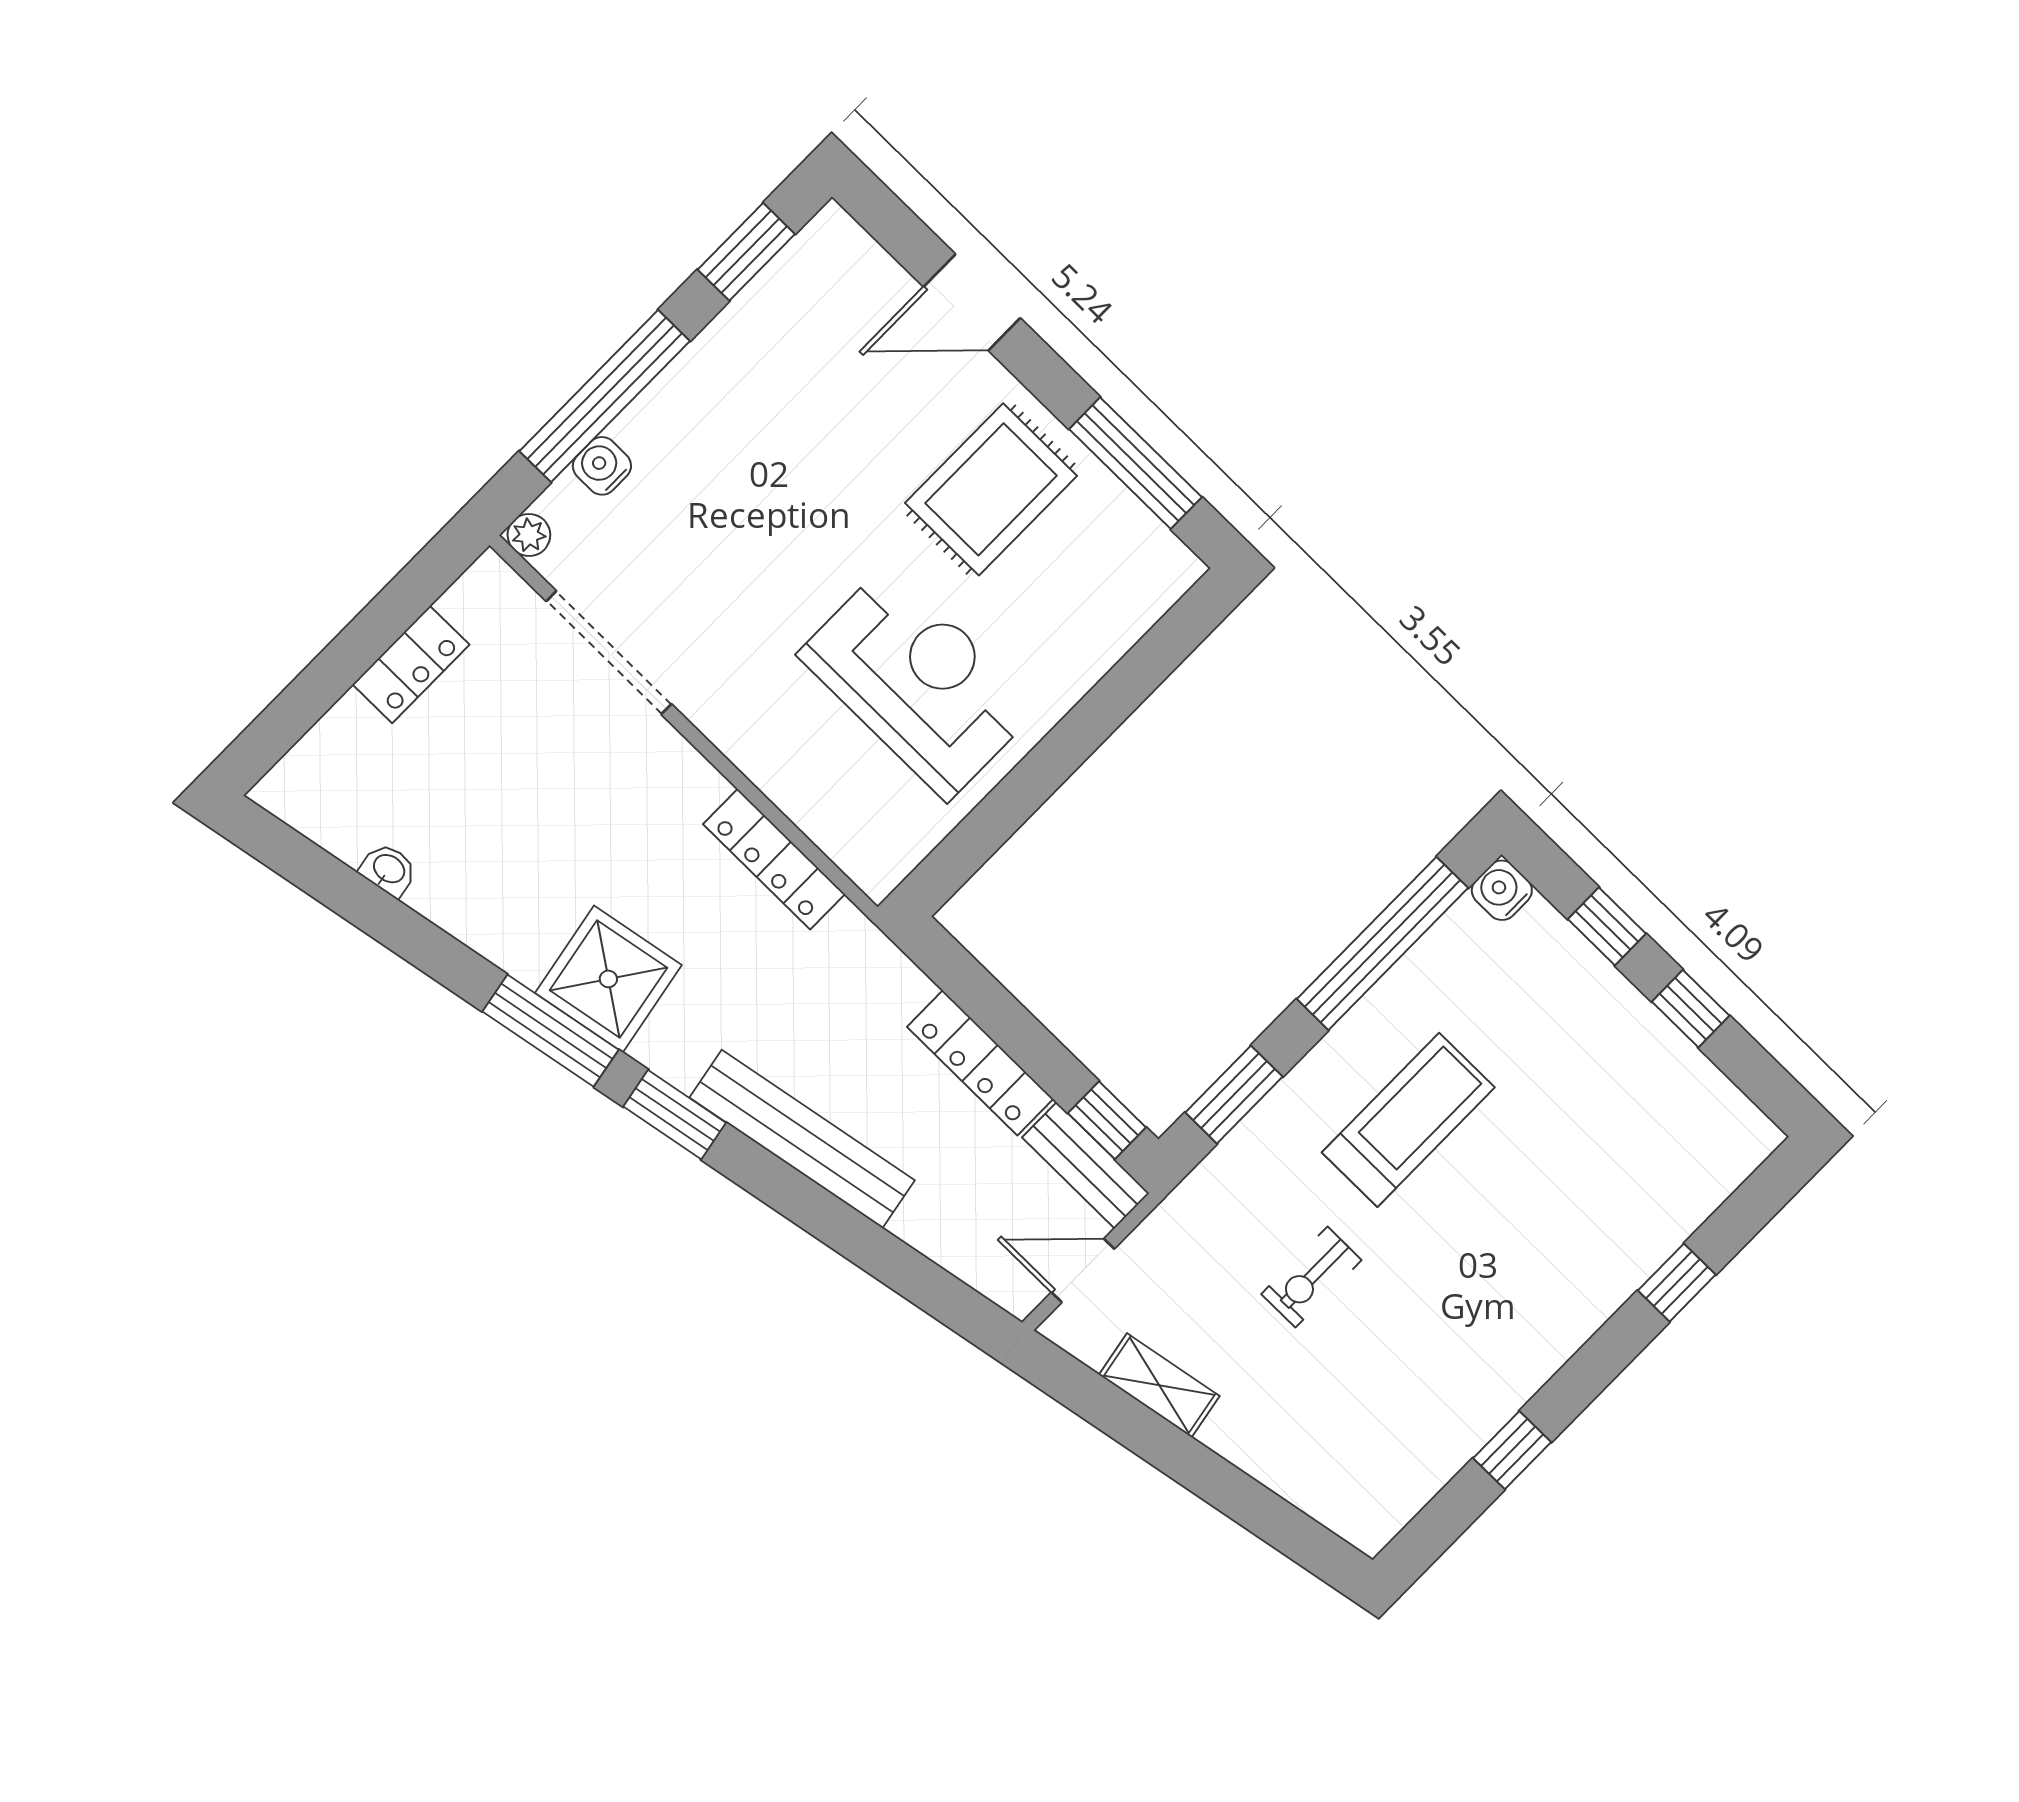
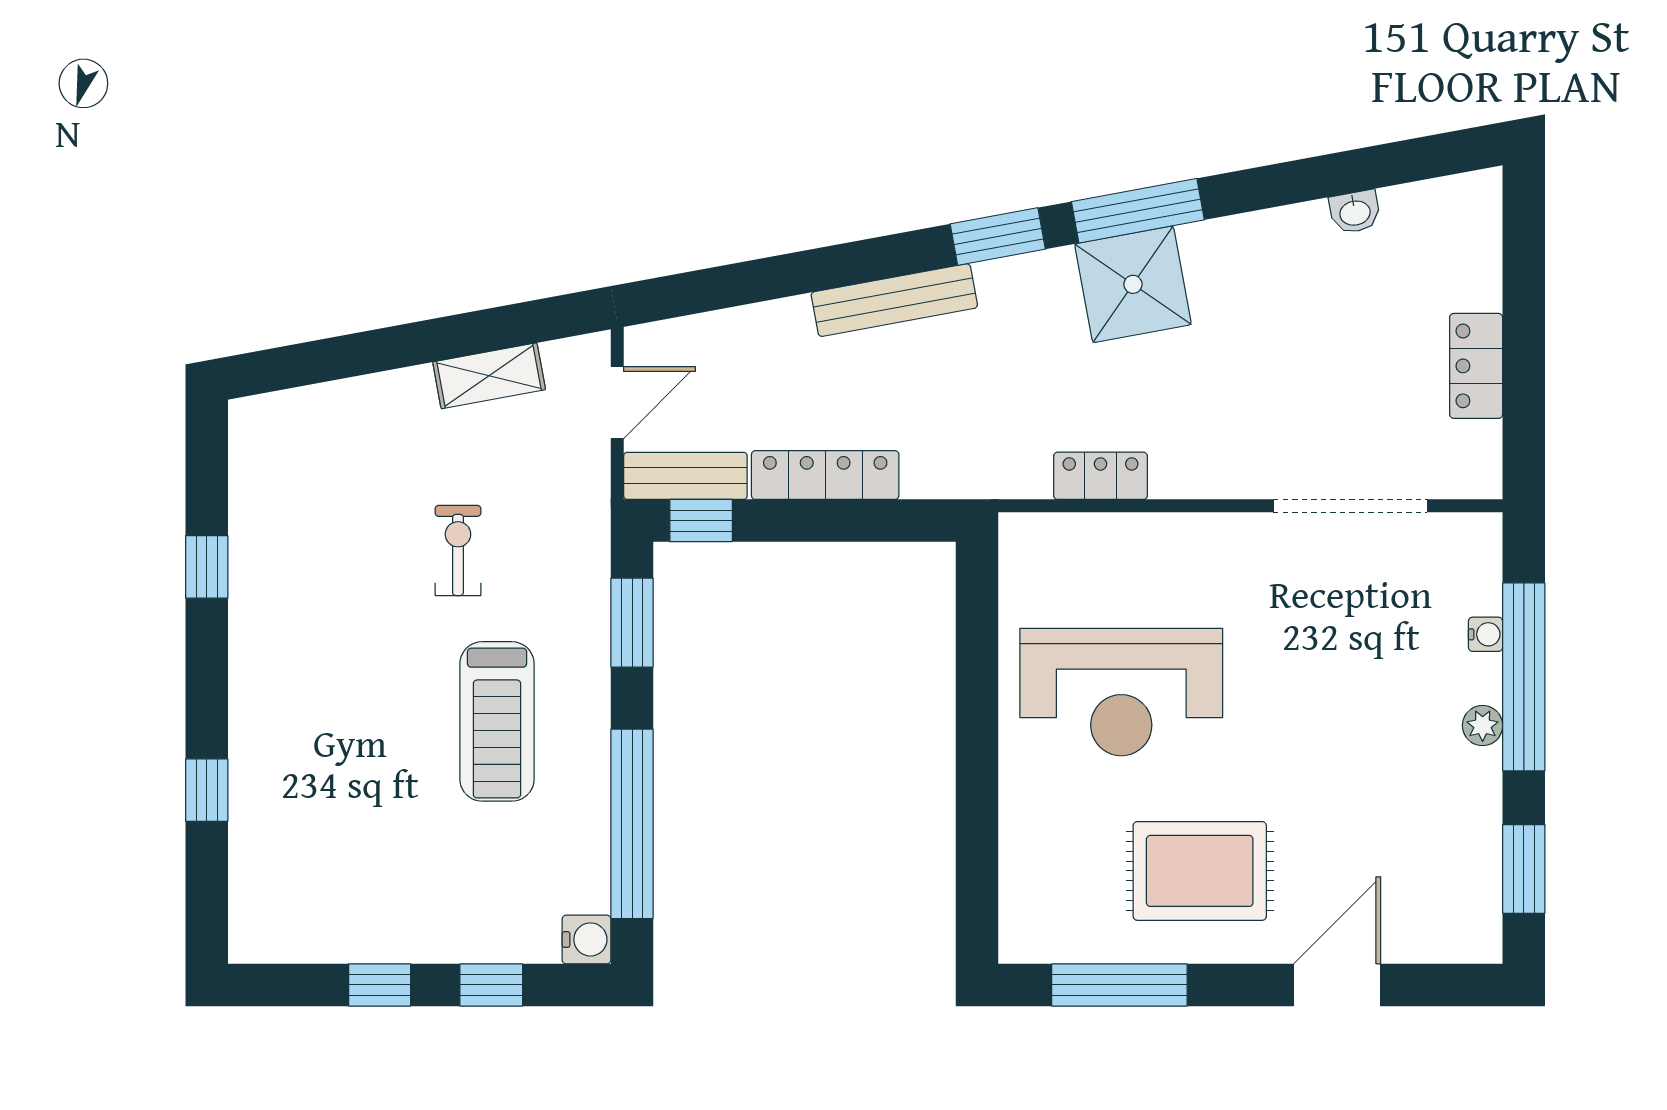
water cooler: (602, 466) -> (1486, 634), width x0.72, depth x0.72
rug: (991, 489) -> (1200, 871), turned 90
plant: (529, 535) -> (1483, 726), moved
locker: (774, 859) -> (1101, 476), width x0.66
bench: (802, 1139) -> (894, 300), width x0.73, depth x0.82

